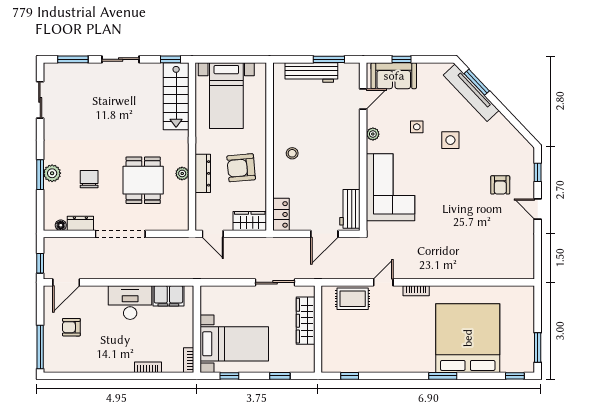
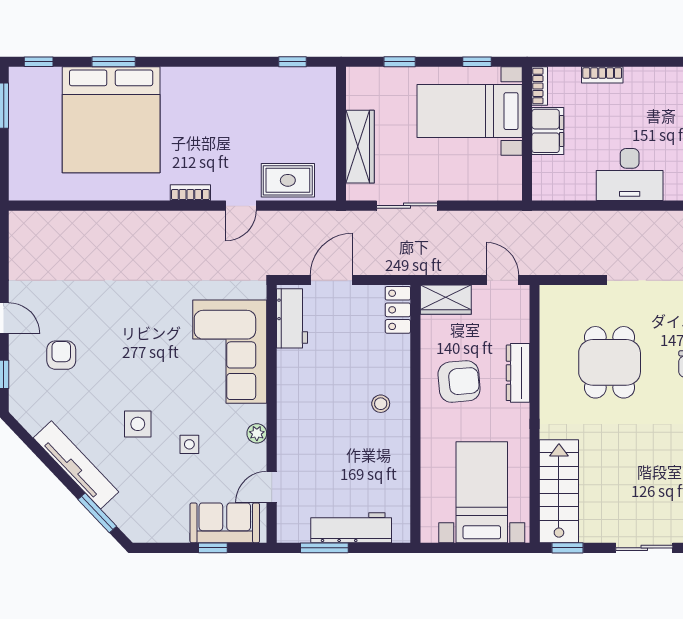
tv unit: (471, 93) -> (76, 465), moved
plant: (182, 173) -> (550, 373), removed
filing cabinet: (168, 296) -> (548, 131), moved, turned 90
window: (443, 376) -> (114, 62), moved

